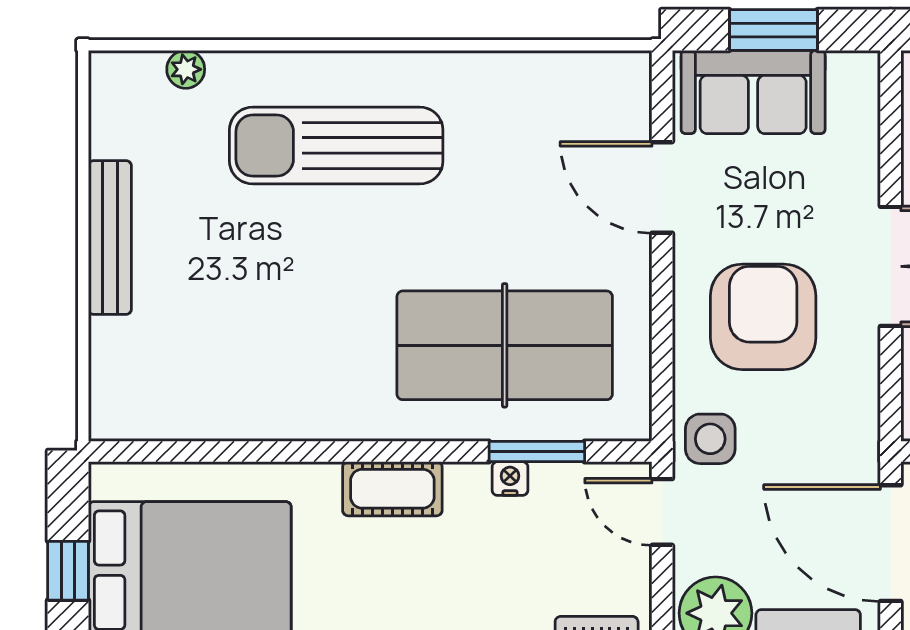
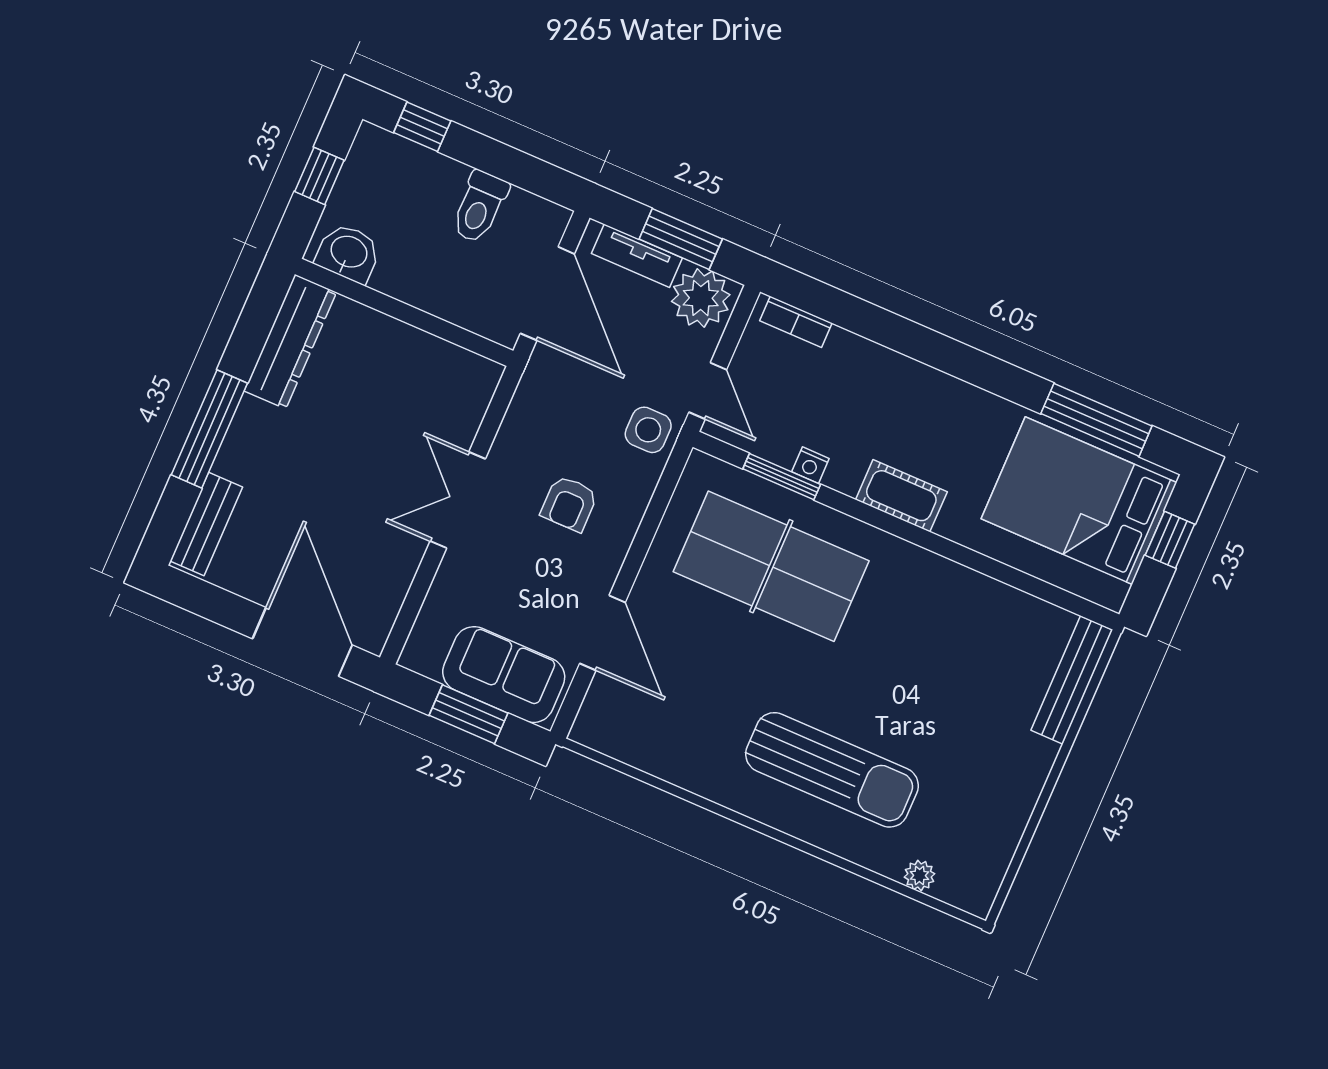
bench: (110, 238) -> (1072, 680), moved
armchair: (763, 317) -> (569, 504), width x0.53, depth x0.53

